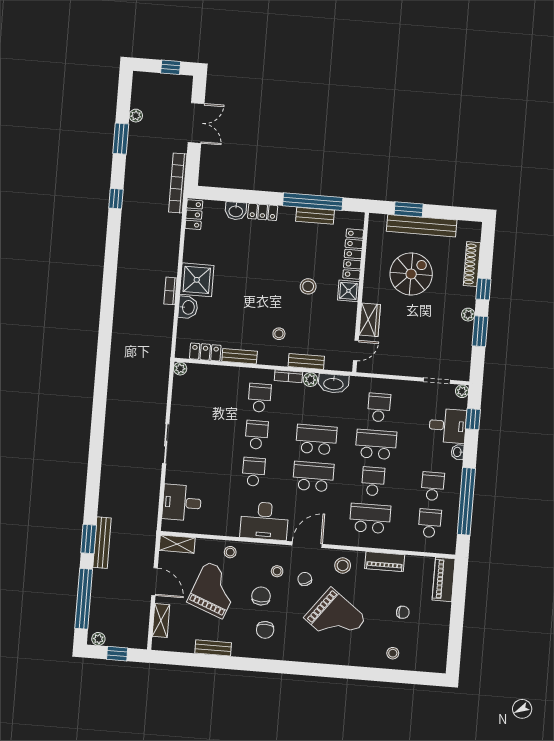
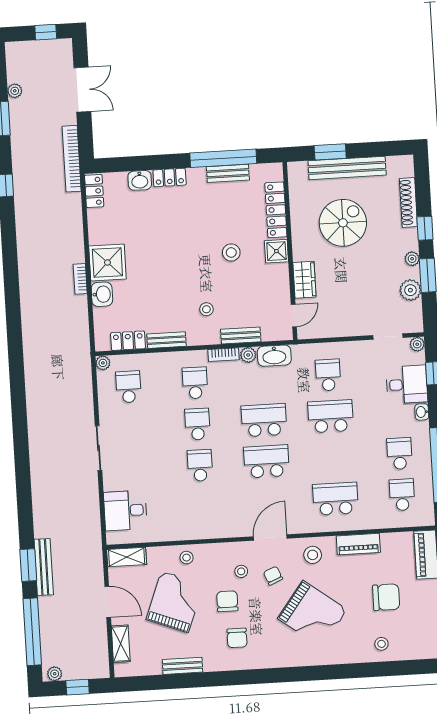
plant: (463, 342) -> (410, 290), added
school desk: (373, 481) -> (128, 387), moved
desk: (264, 521) -> (219, 518), removed
chair: (403, 612) -> (386, 597), width x1.87, depth x1.87

